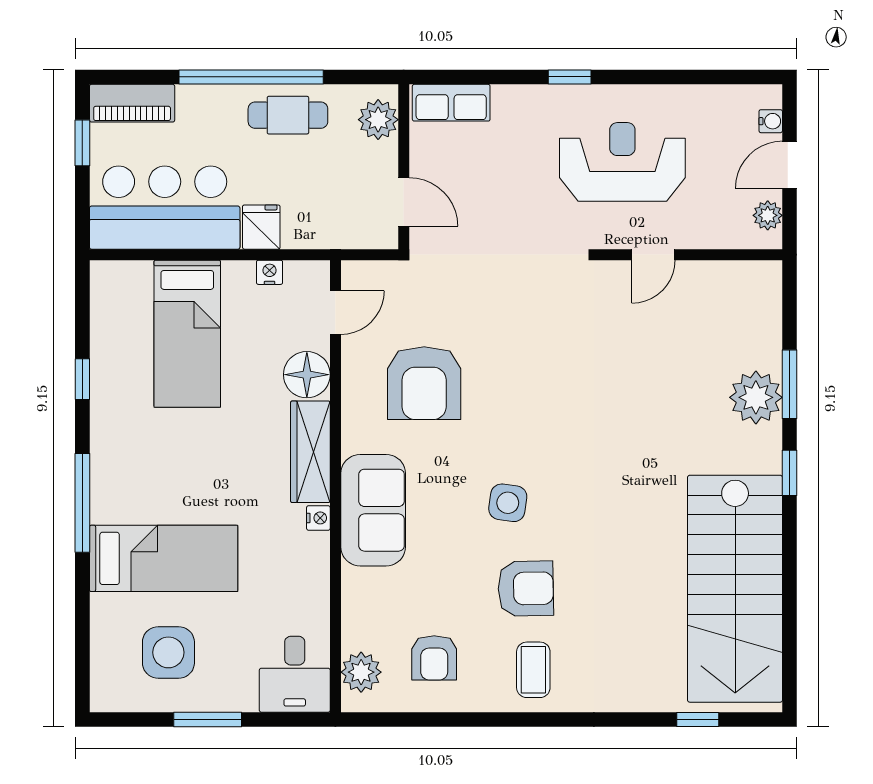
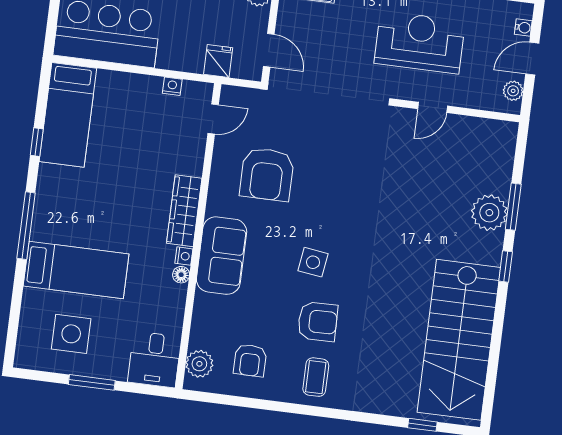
fridge: (261, 227) -> (218, 61), moved
bed: (187, 334) -> (68, 115), moved
floor lamp: (307, 375) -> (181, 275), moved, width x0.53, depth x0.53

